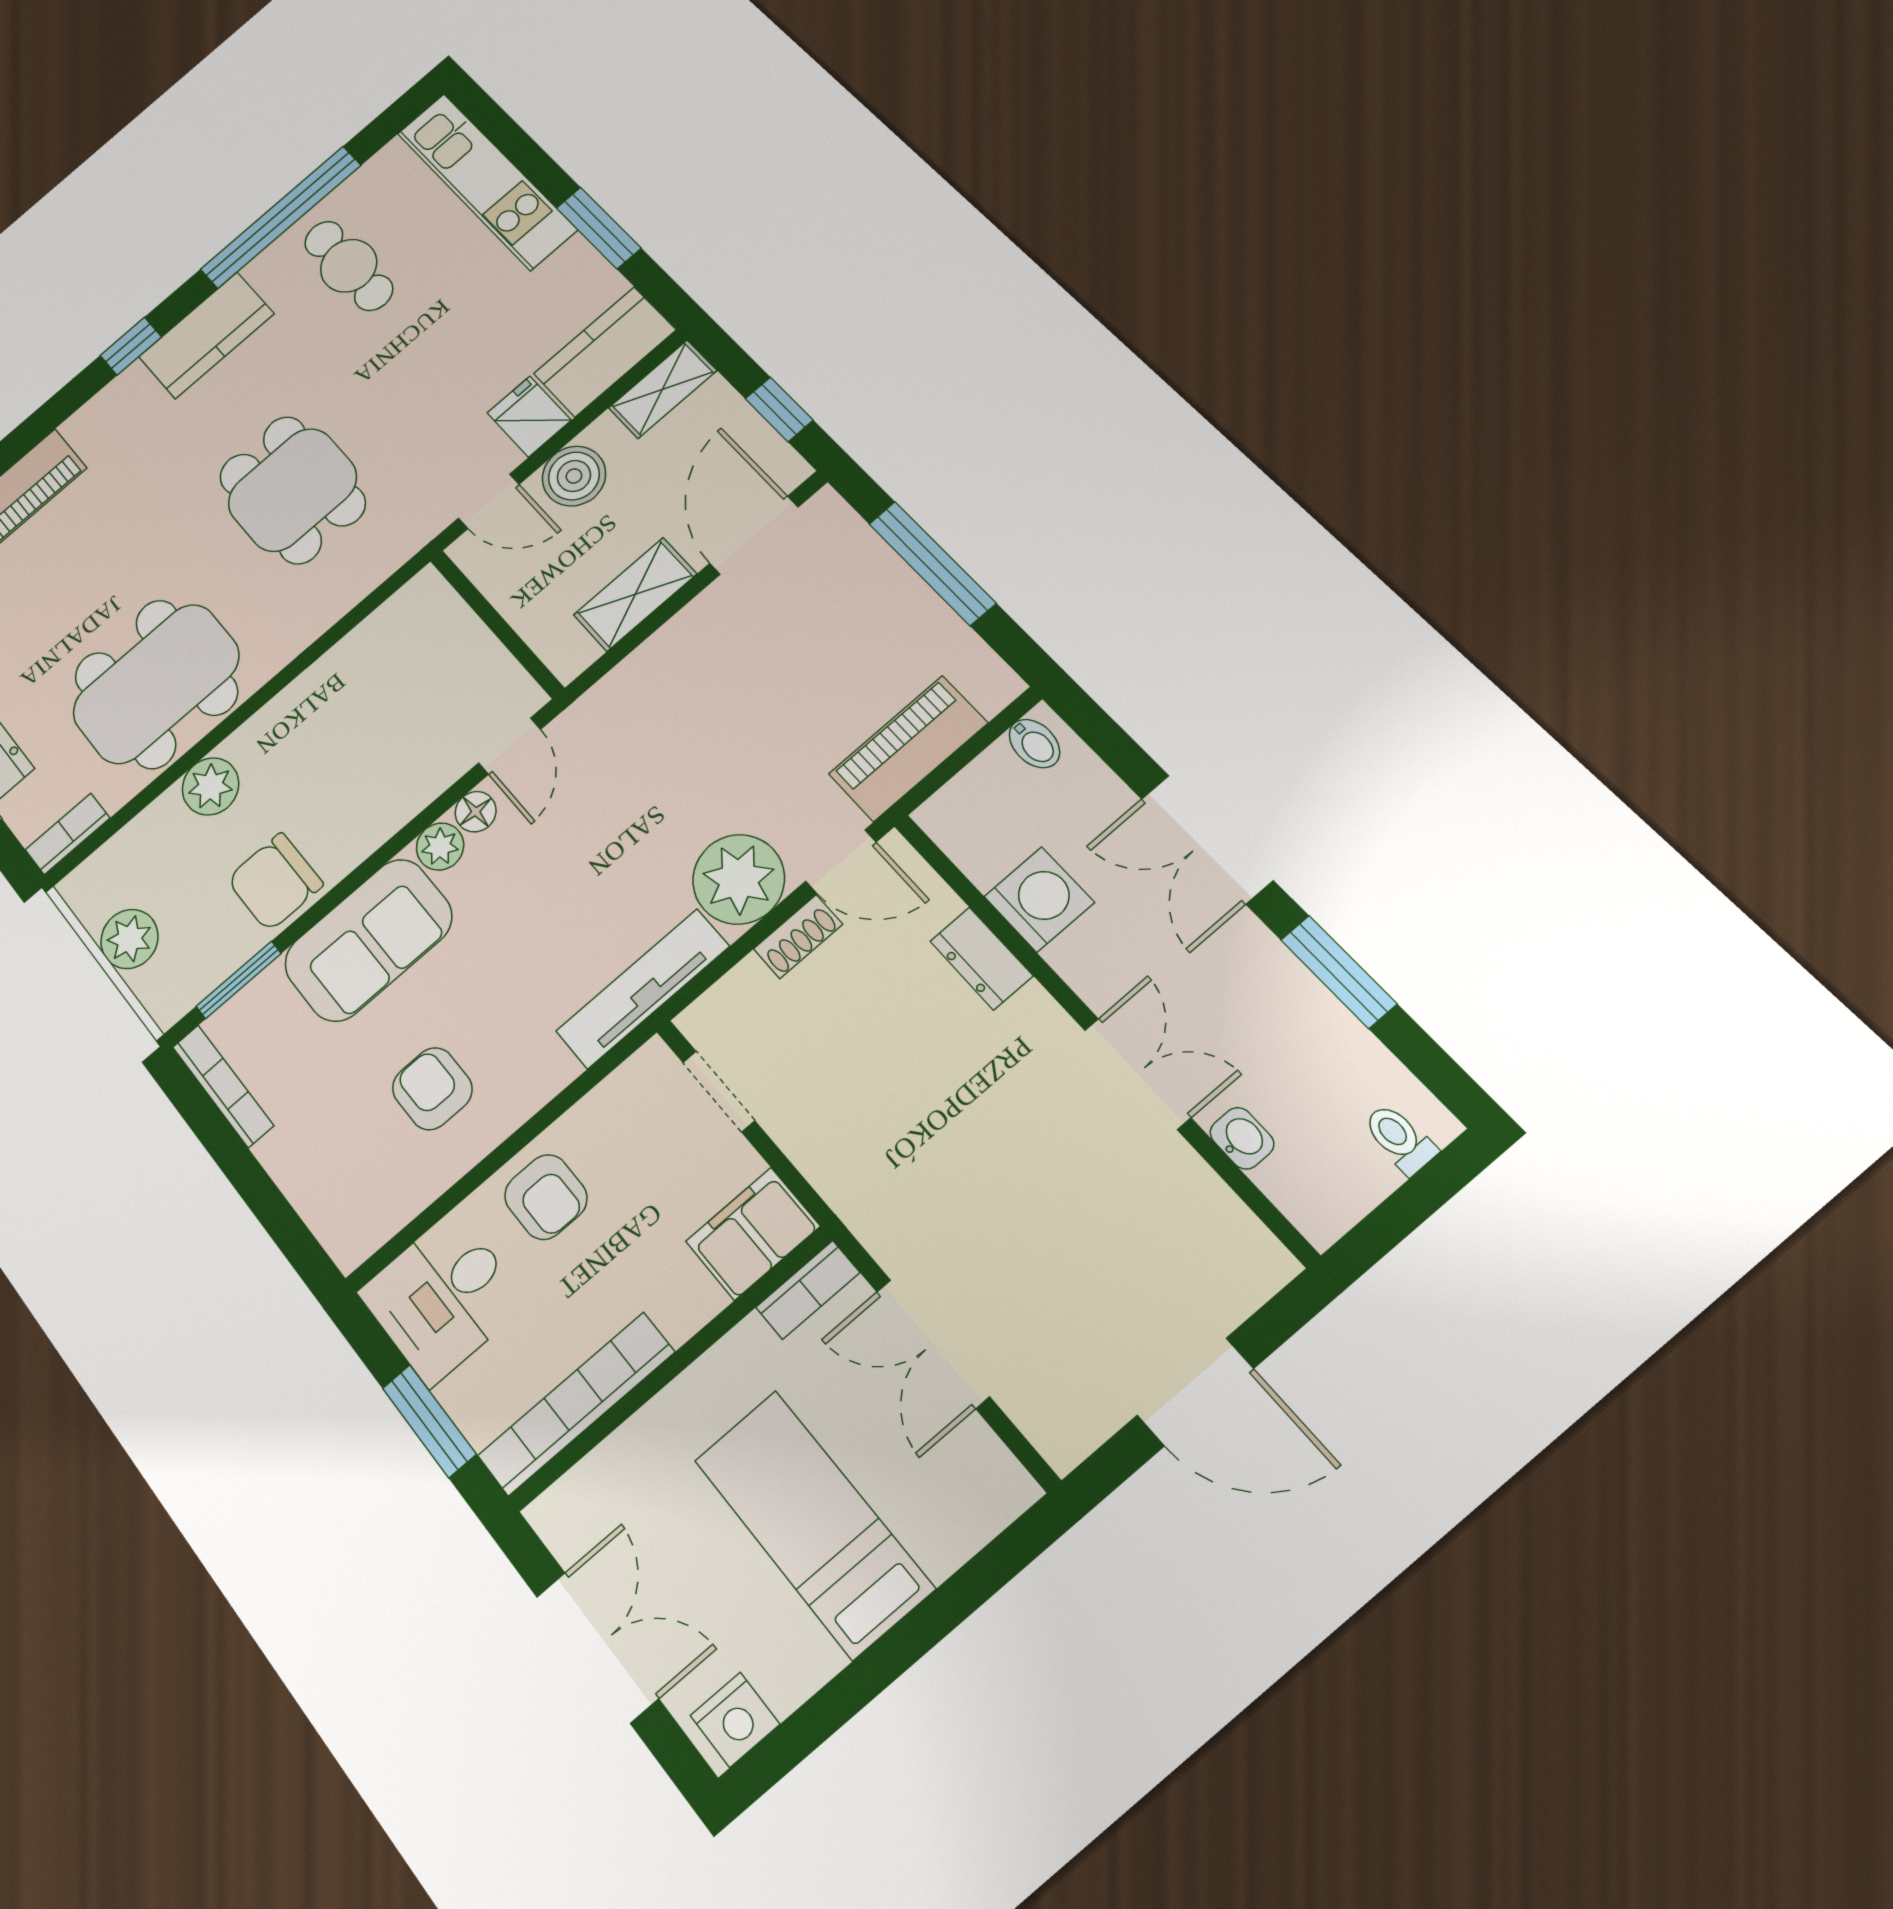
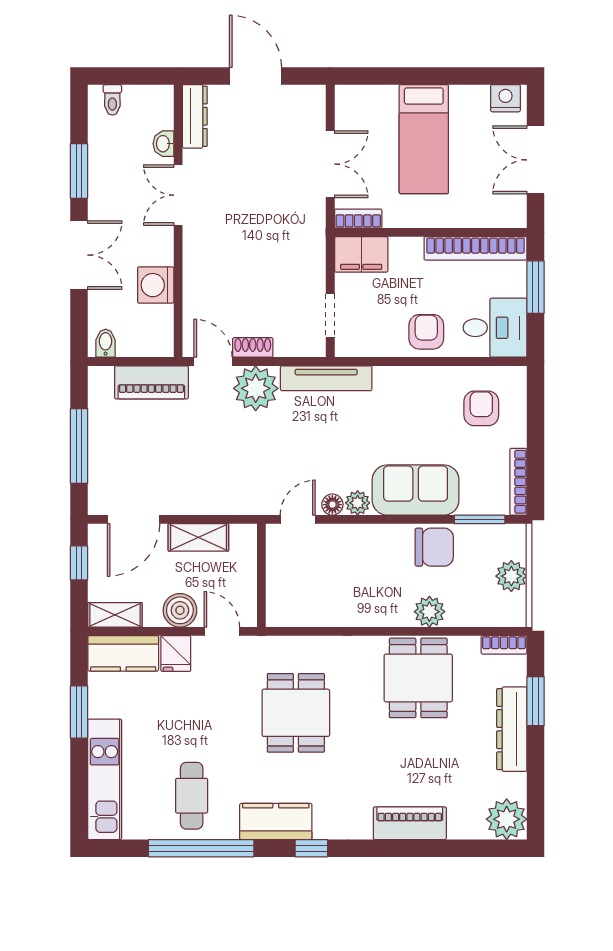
dining table: (156, 684) -> (418, 678), width x0.73
dresser: (981, 959) -> (195, 116), moved, width x1.44
armchair: (432, 1089) -> (481, 408), moved, turned 180

